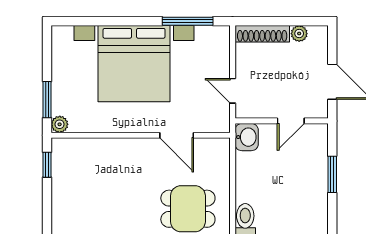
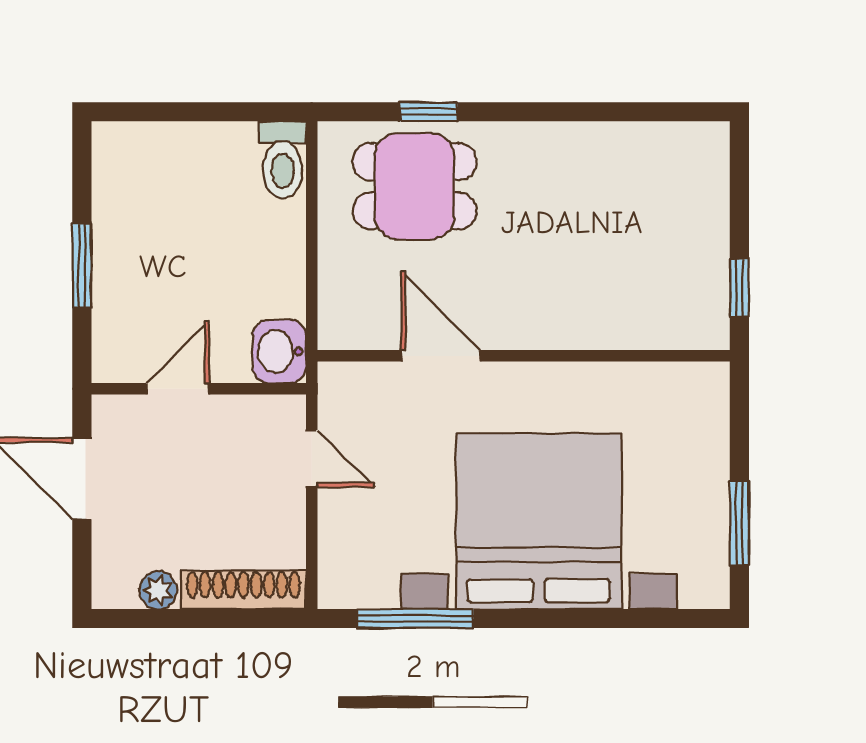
window: (47, 100) -> (739, 523), moved
plant: (60, 124) -> (710, 381), removed

